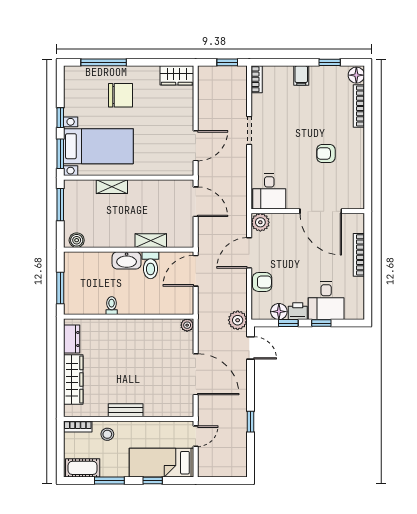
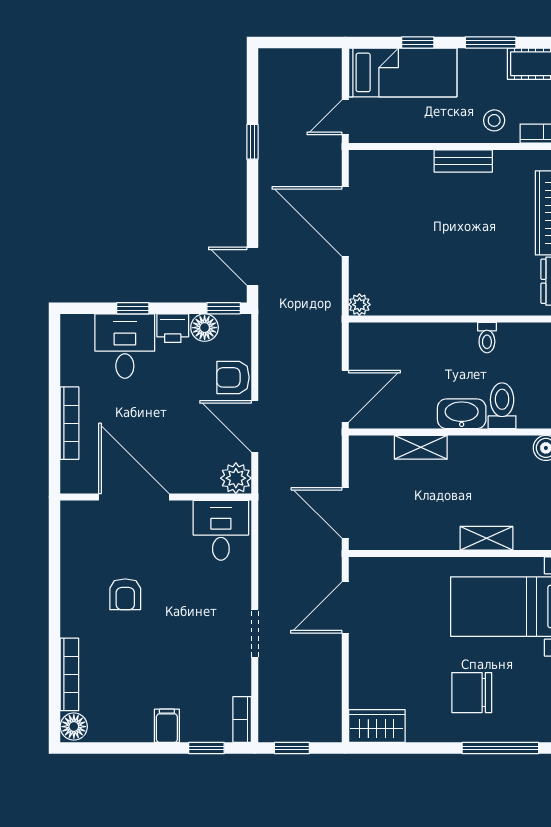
window: (330, 62) -> (206, 748), moved
armchair: (326, 153) -> (125, 594), turned 90
door: (249, 253) -> (255, 426), swing flipped
toilet: (150, 265) -> (502, 406), moved
plant: (238, 320) -> (274, 313), removed
window: (288, 323) -> (224, 308), moved

